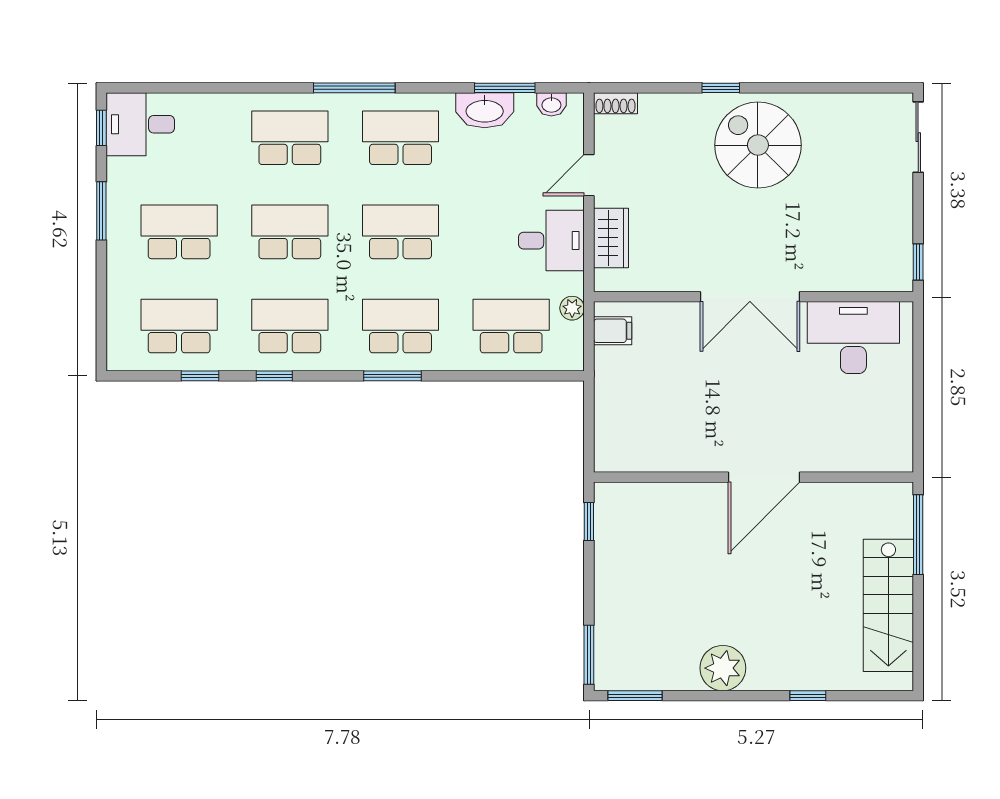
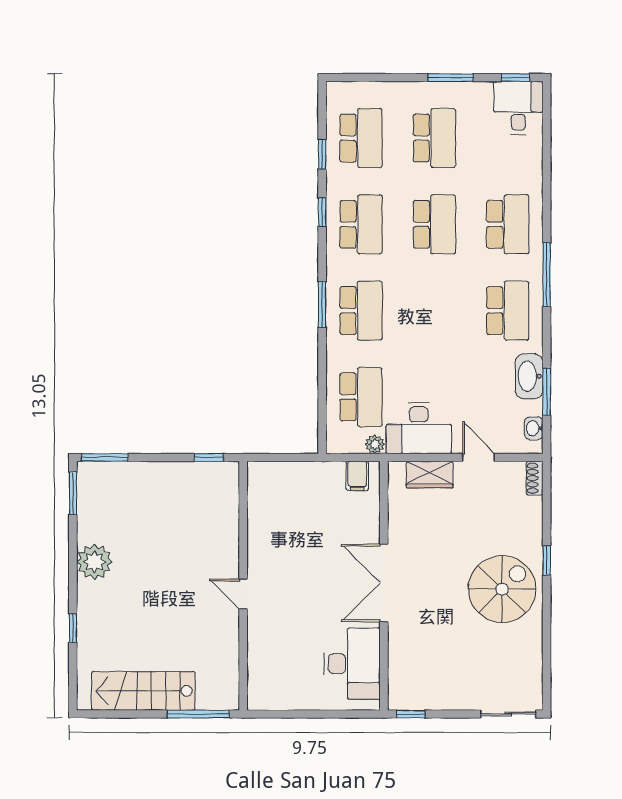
school desk: (400, 232) -> (434, 311), removed
desk: (551, 241) -> (419, 428), width x1.37
door: (764, 477) -> (243, 594), width x0.53

